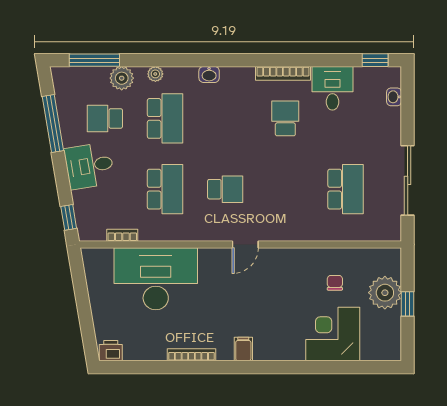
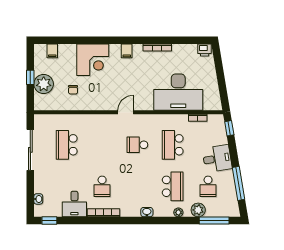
school desk: (105, 118) -> (208, 186), turned 90
school desk: (165, 118) -> (173, 186), turned 180
corner desk: (333, 334) -> (93, 60), moved
filing cabinet: (370, 349) -> (52, 51), added

